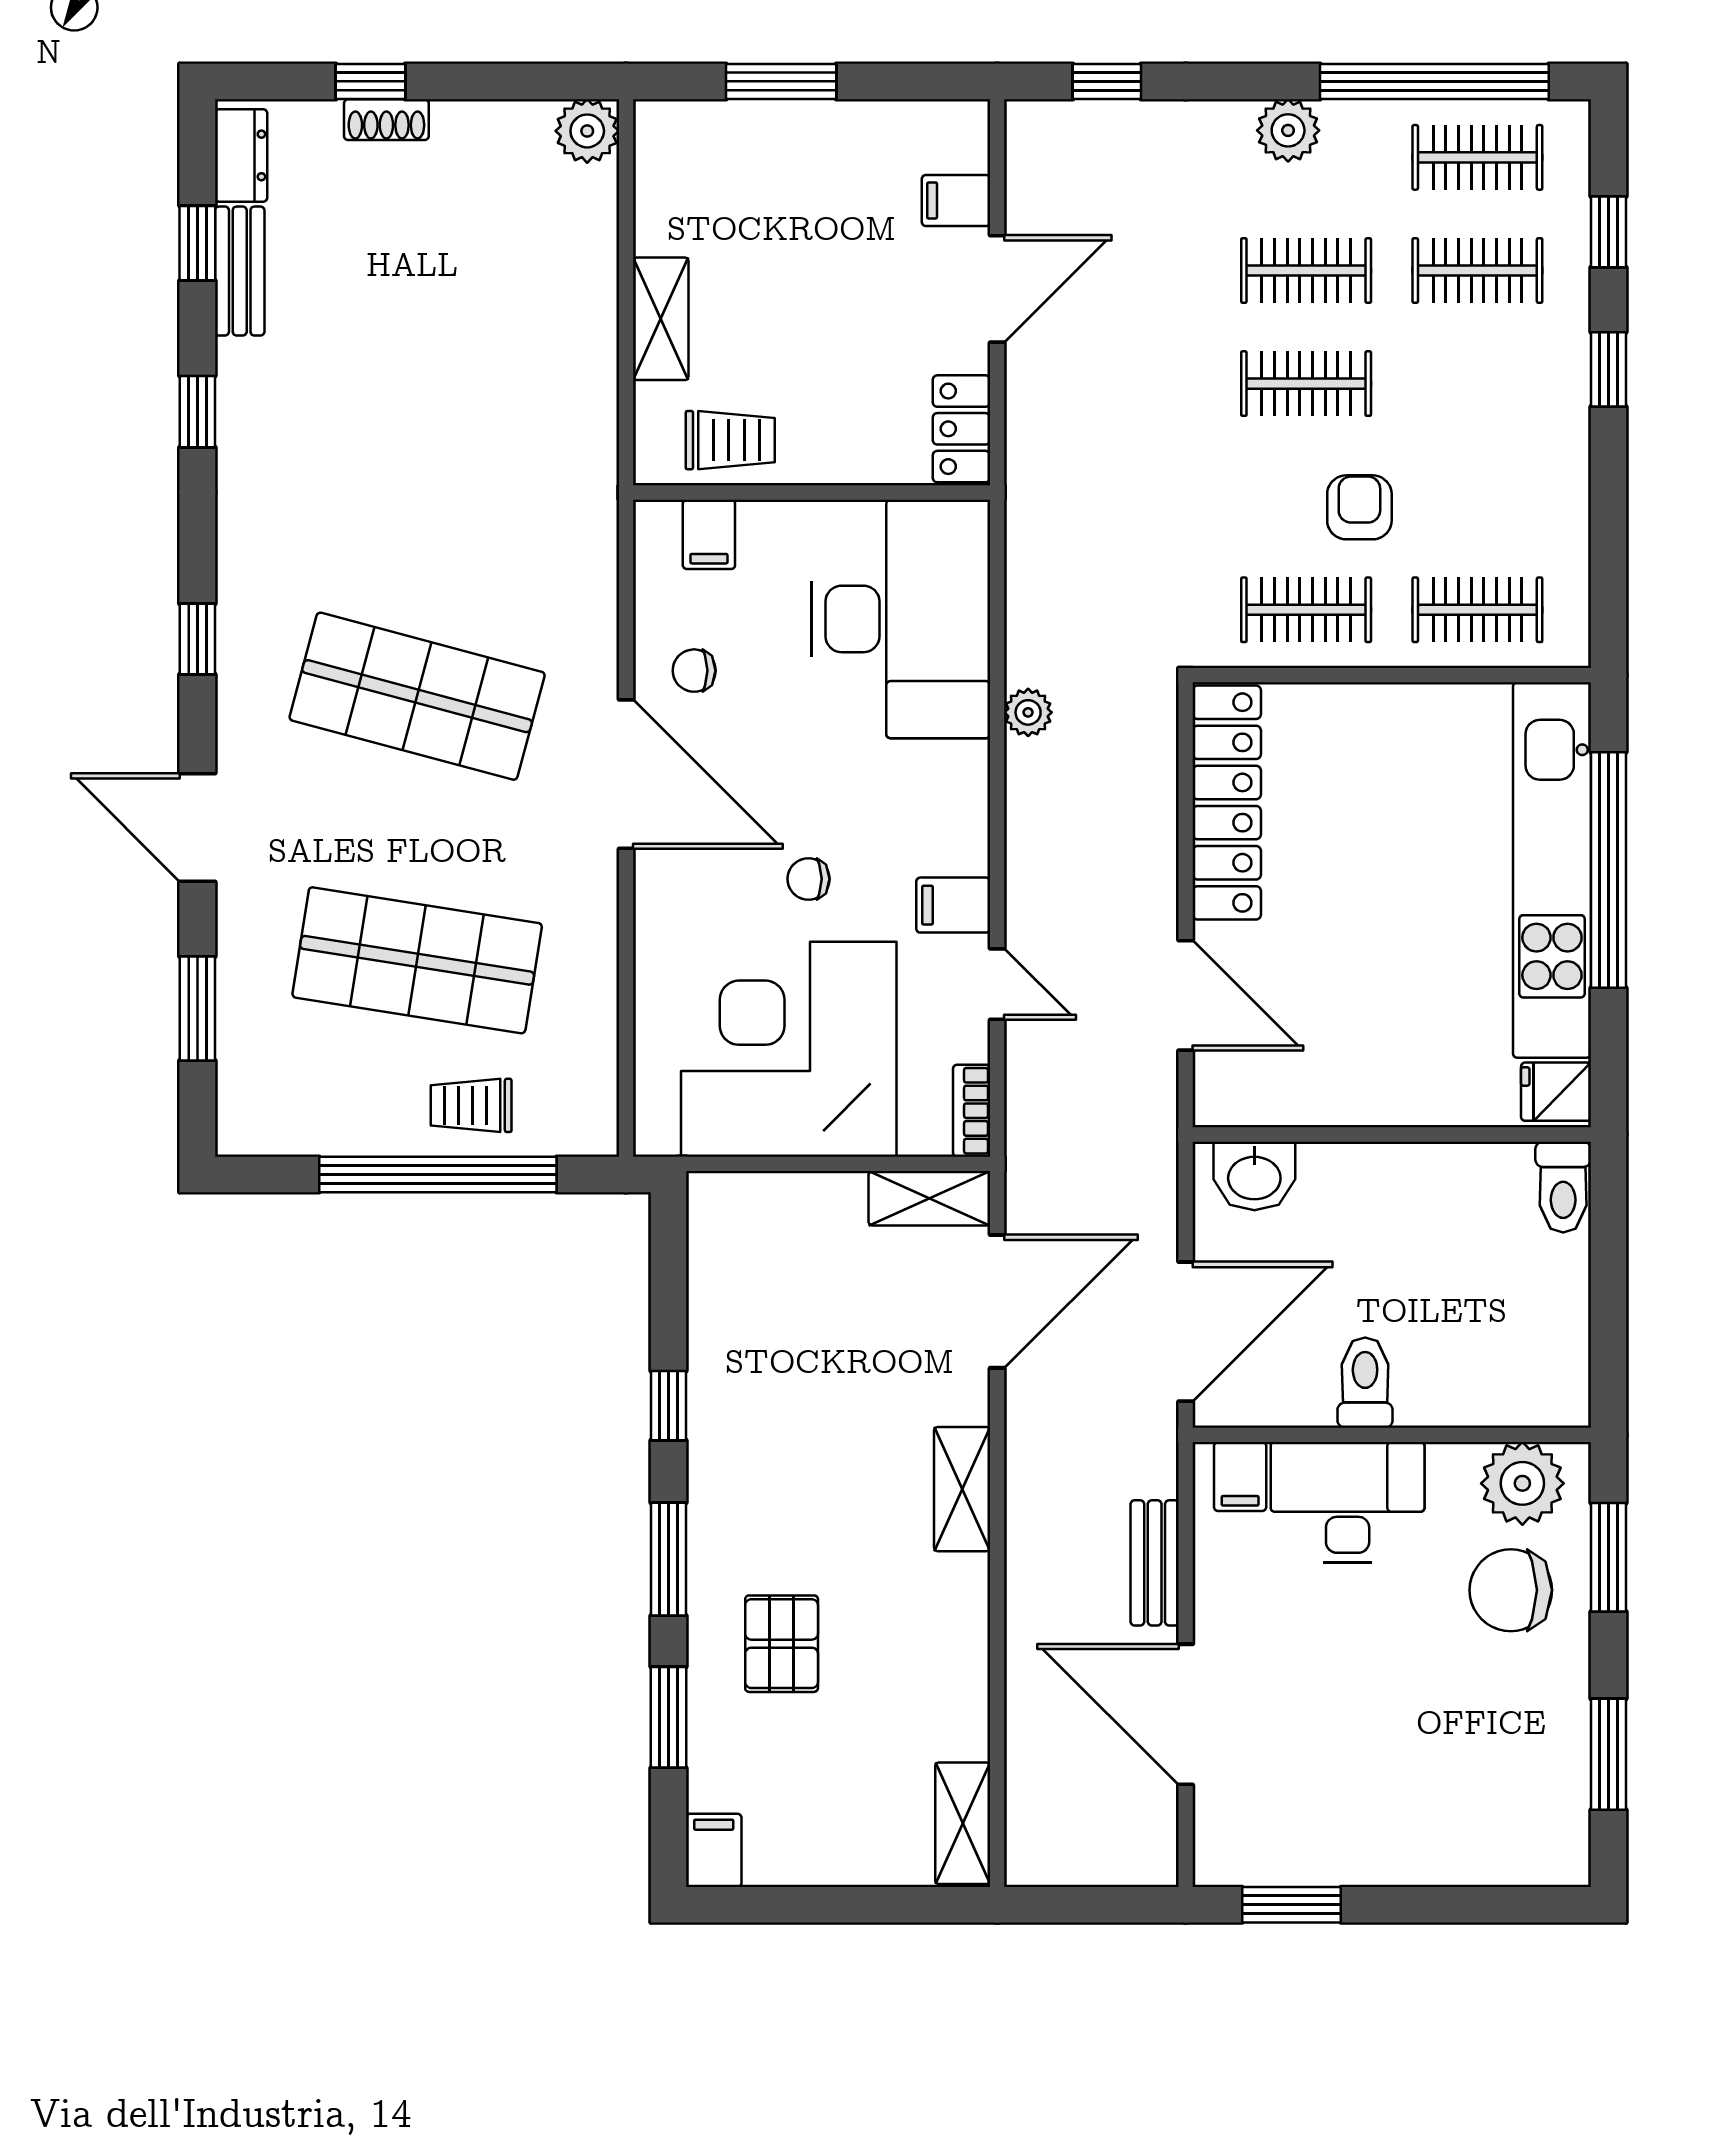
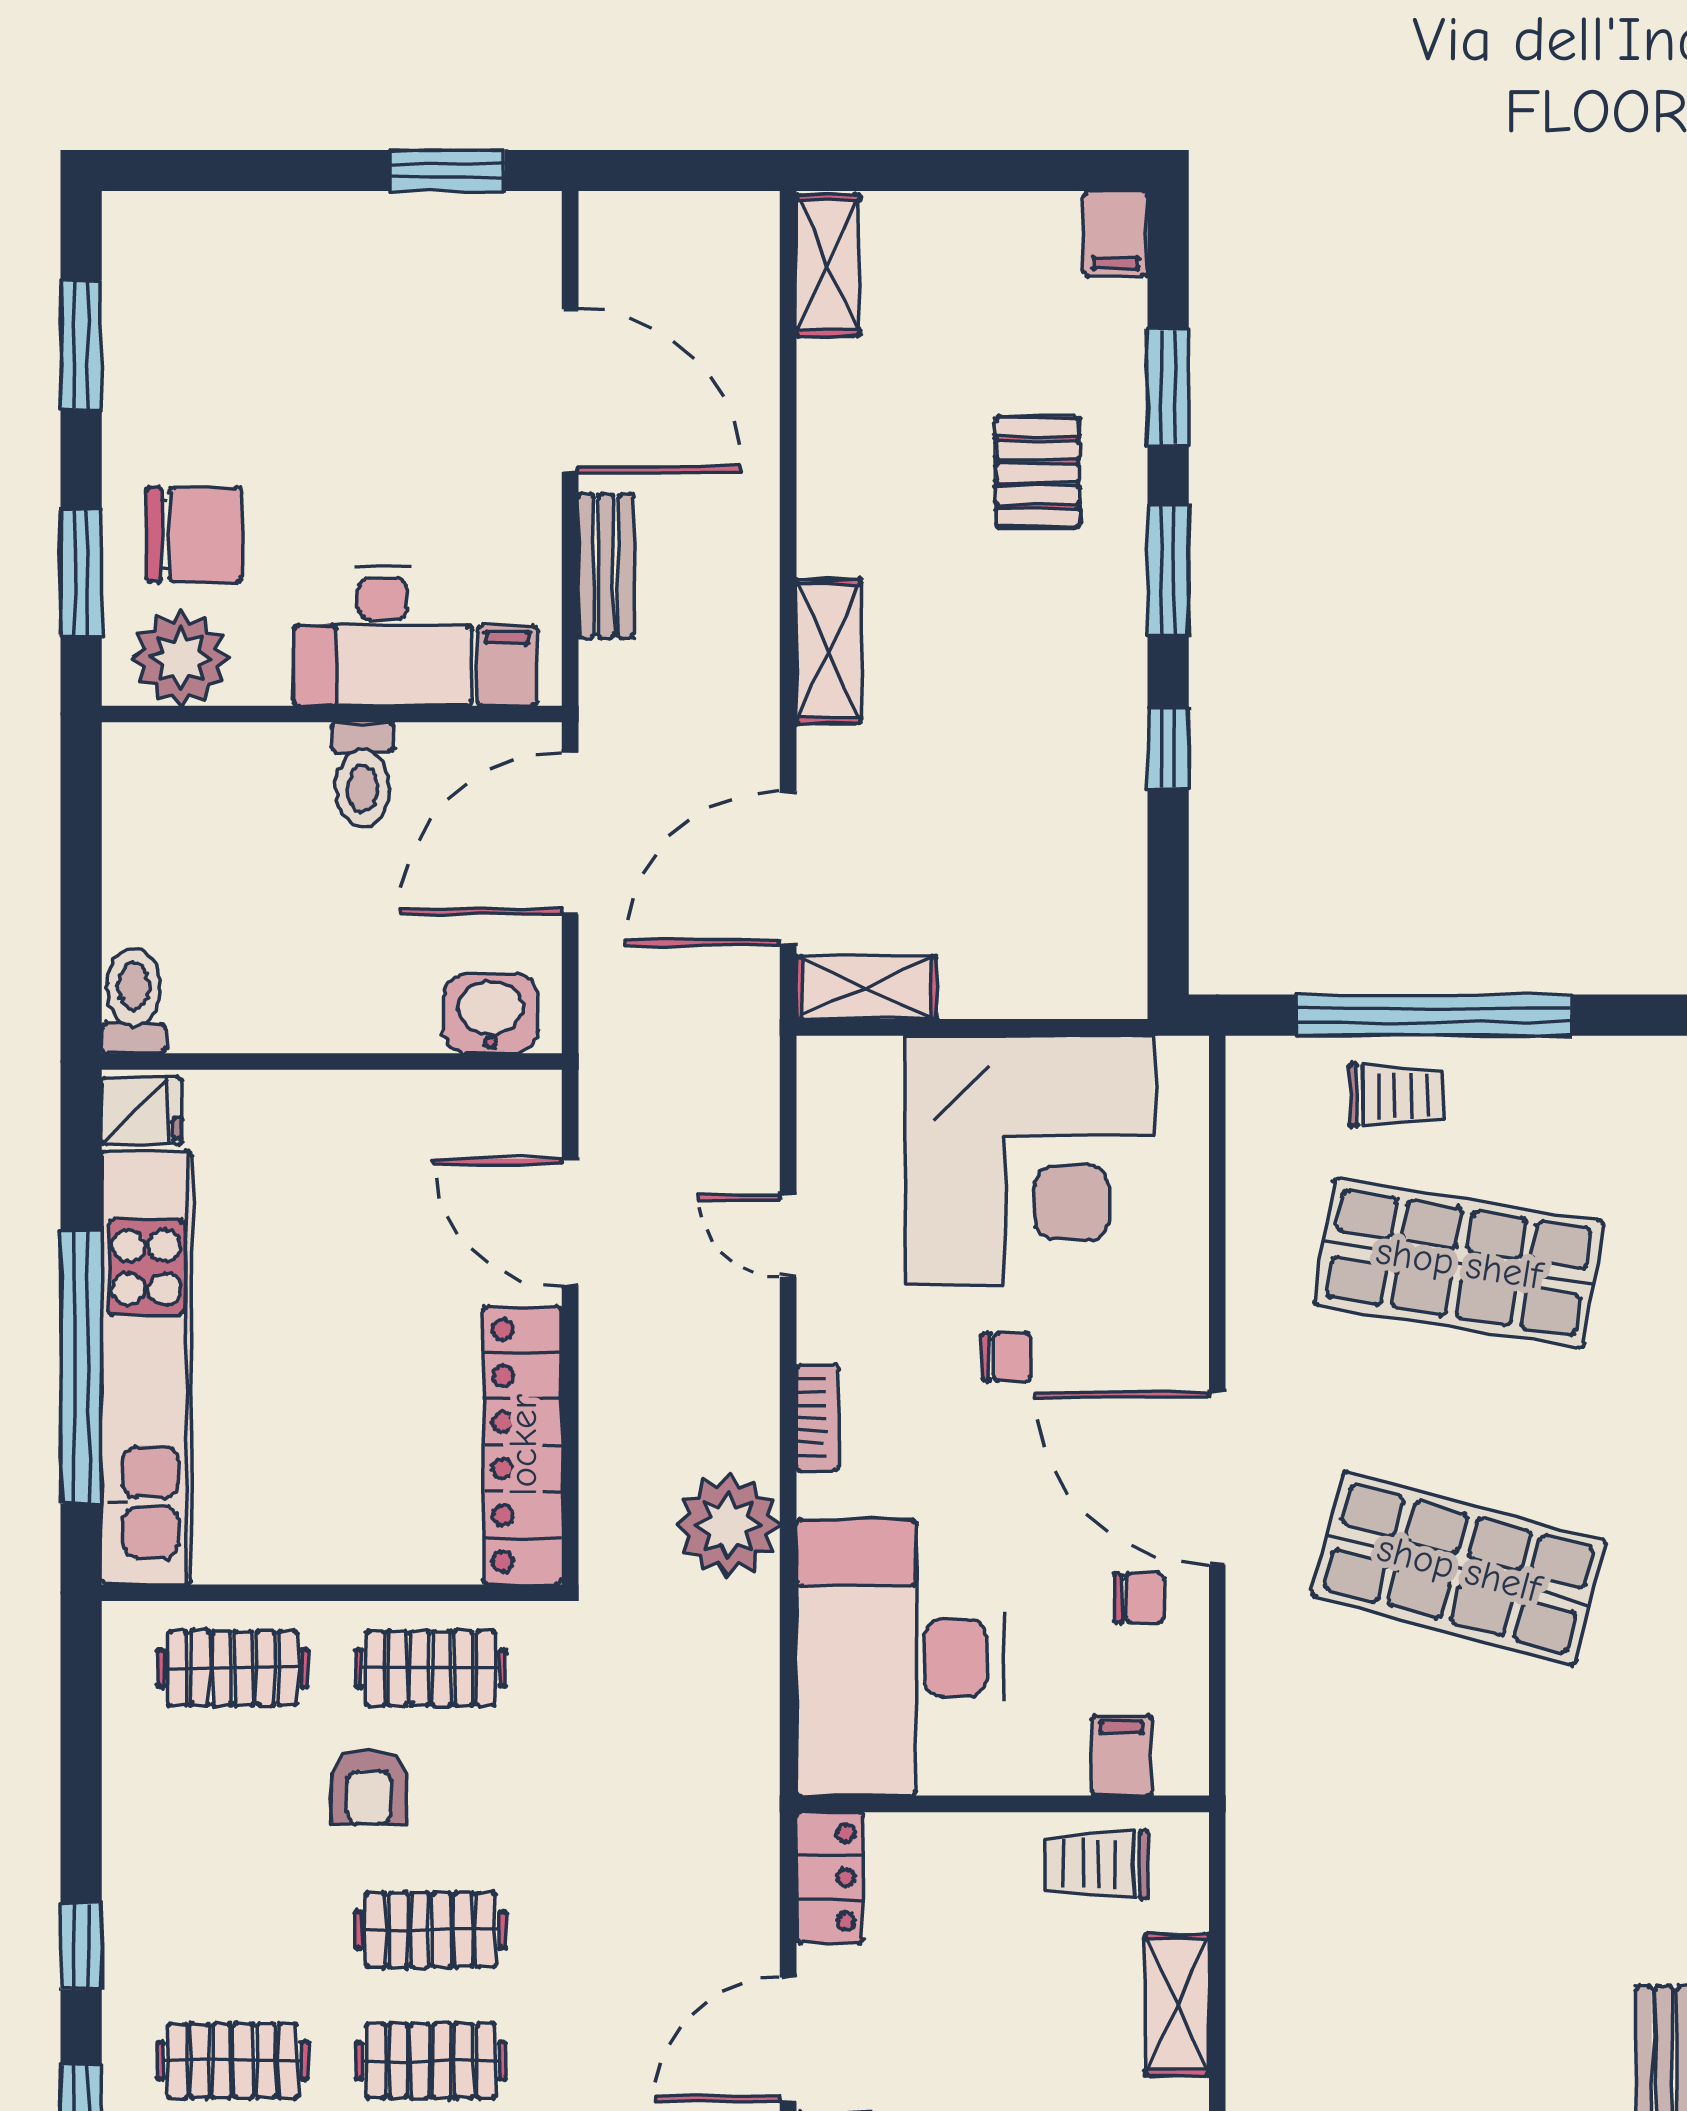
plant: (1028, 712) -> (728, 1526), width x1.88, depth x1.88
filing cabinet: (953, 905) -> (839, 1327), removed
bookcase: (972, 1111) -> (818, 1418), moved

